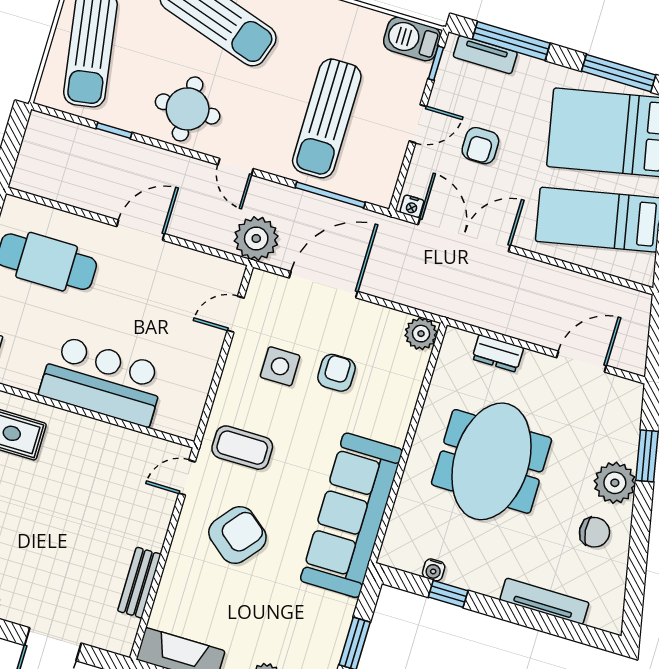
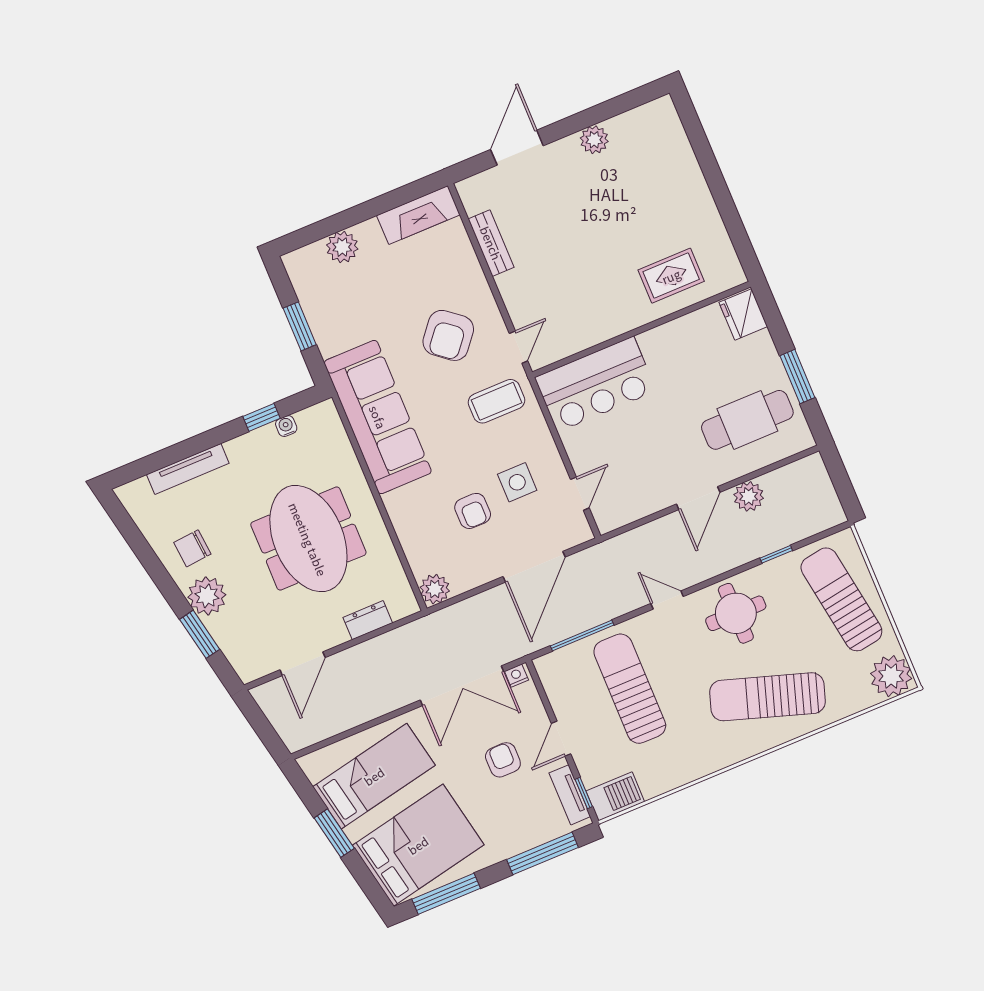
tv unit: (485, 55) -> (570, 795), moved, turned -90
plant: (256, 238) -> (749, 496), moved, width x0.73, depth x0.73
bar counter: (103, 381) -> (595, 384), moved

